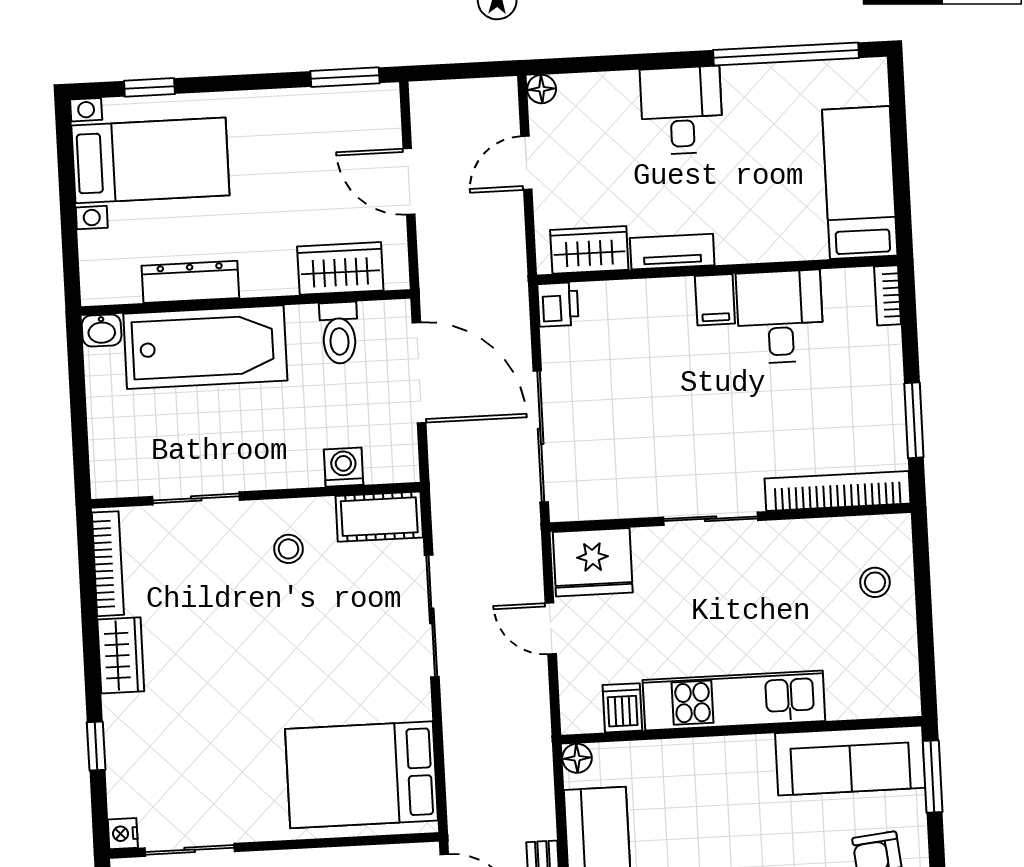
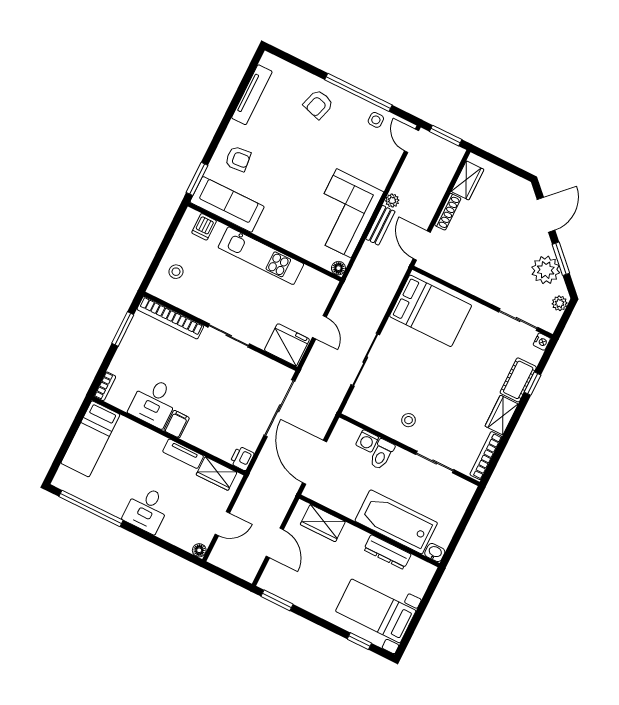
toilet: (339, 333) -> (382, 454), moved, turned 180
cot: (379, 517) -> (518, 380), moved, turned 90
dishwasher: (622, 708) -> (204, 227), moved

